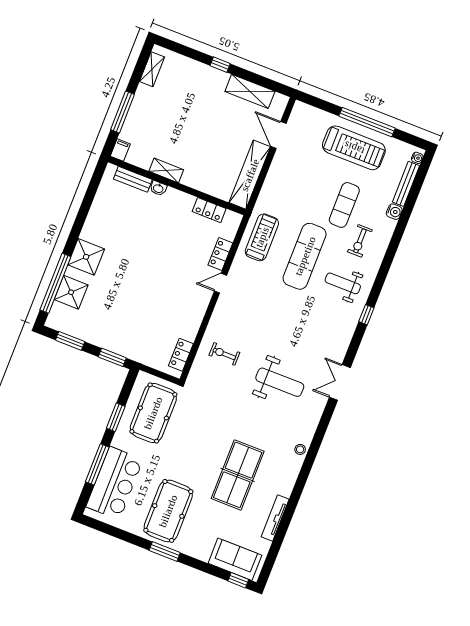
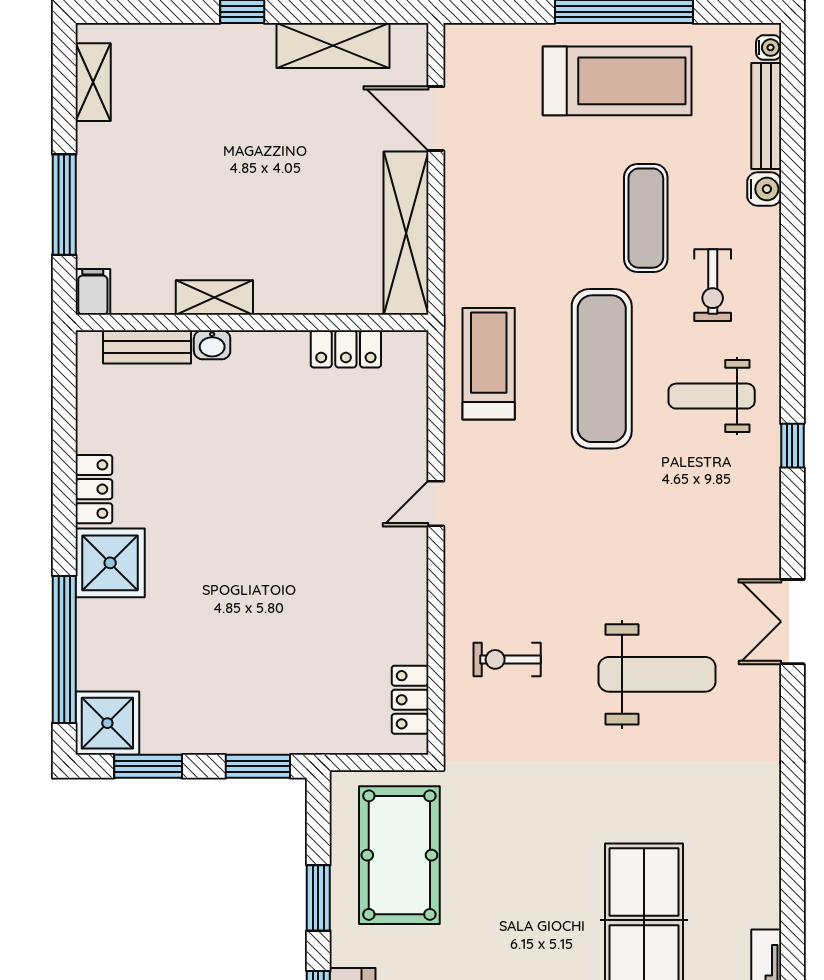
locker: (220, 254) -> (94, 489), moved, turned 180
shower: (71, 292) -> (107, 723), moved
stool: (300, 449) -> (762, 808), removed

